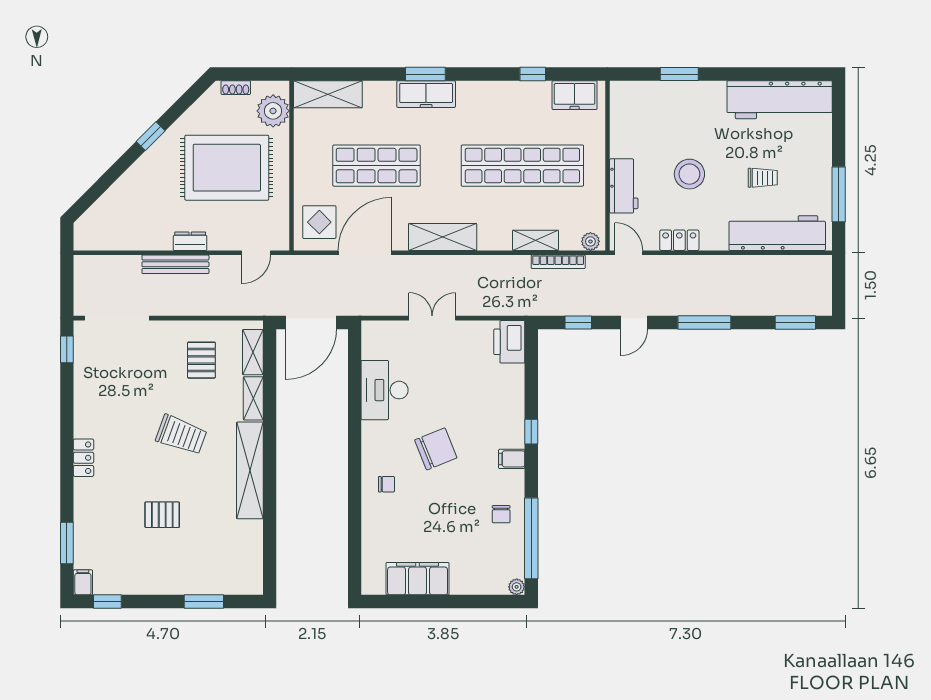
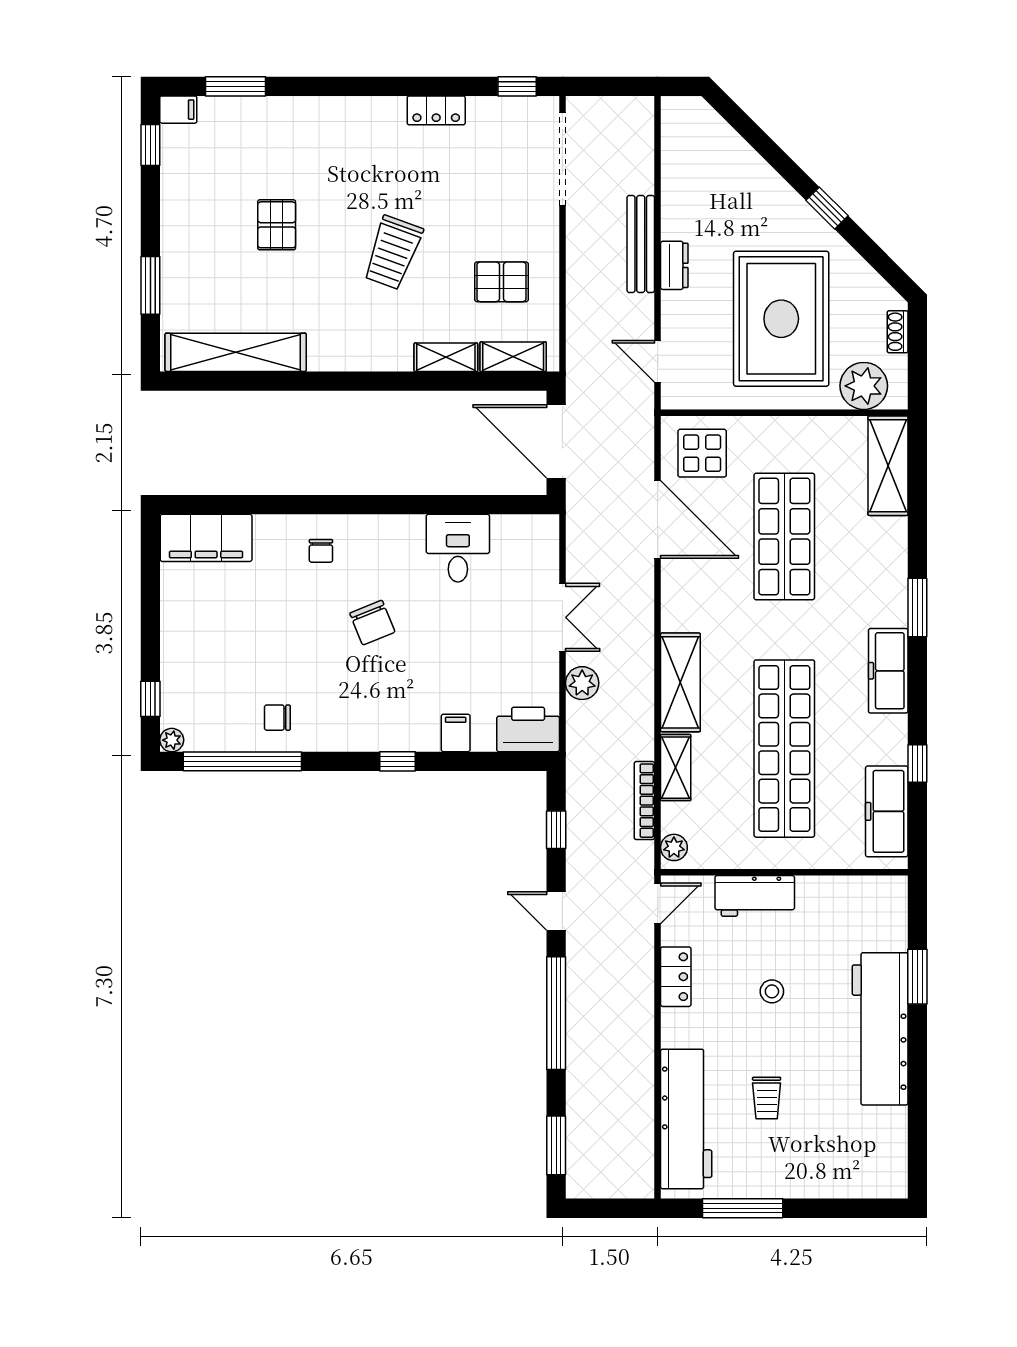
freezer: (426, 94) -> (888, 671), moved
freezer: (575, 95) -> (887, 811), width x1.40
workbench: (780, 100) -> (880, 1029), moved
stool: (689, 174) -> (772, 991), width x0.53, depth x0.53
shelving: (443, 237) -> (680, 682), moved
plant: (477, 305) -> (582, 683), added
window: (704, 323) -> (556, 1013), width x1.46
desk: (385, 390) -> (458, 548), width x0.73
chair: (436, 449) -> (372, 623), width x0.73, depth x0.73
locker: (83, 458) -> (436, 110), moved
filing cabinet: (512, 459) -> (456, 733), moved
shelving: (250, 470) -> (236, 352), moved
filing cabinet: (418, 579) -> (206, 538), moved, turned 90
window: (488, 602) -> (150, 699), added

